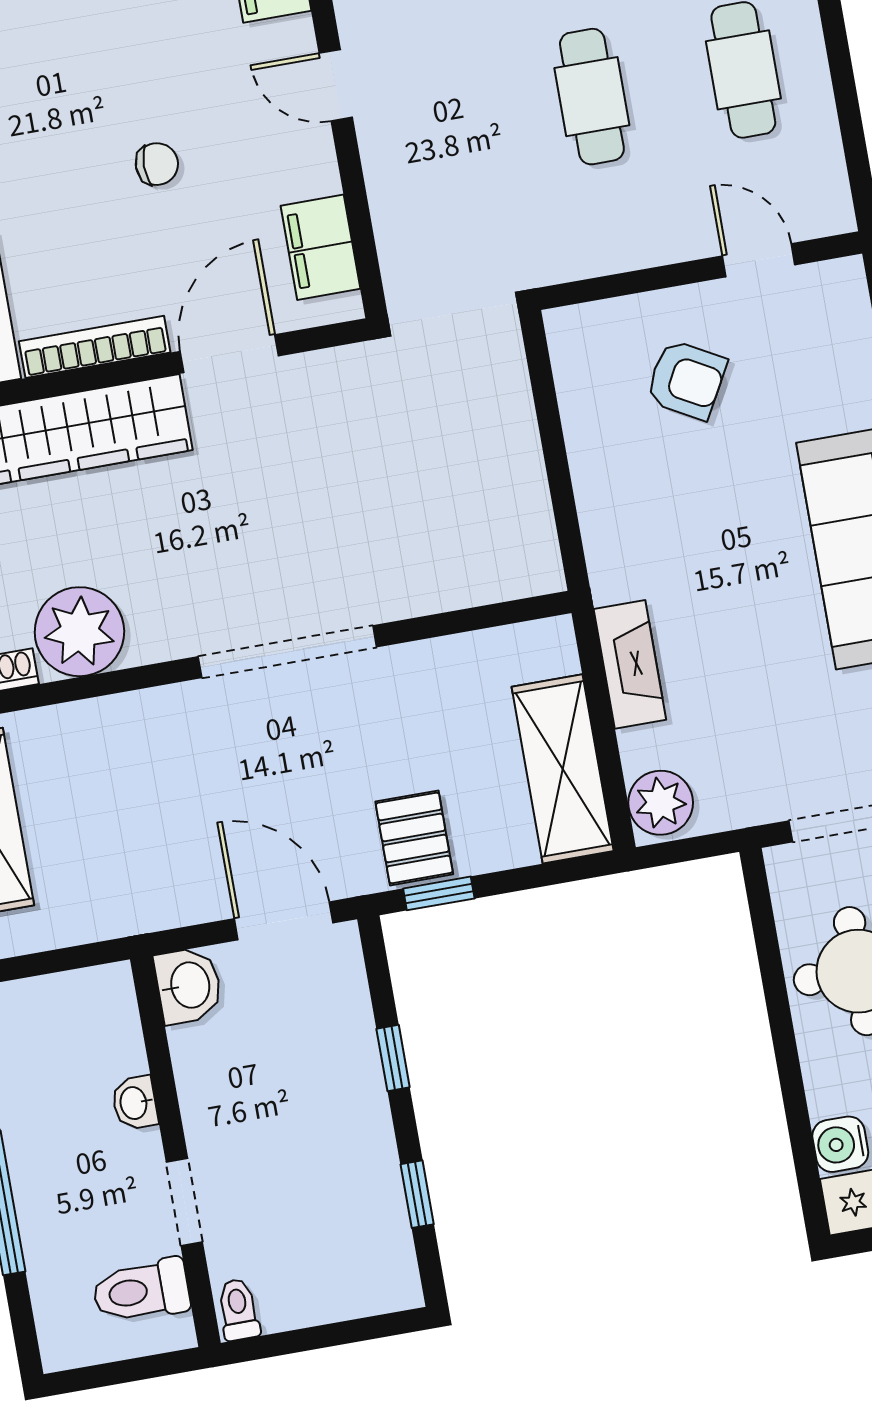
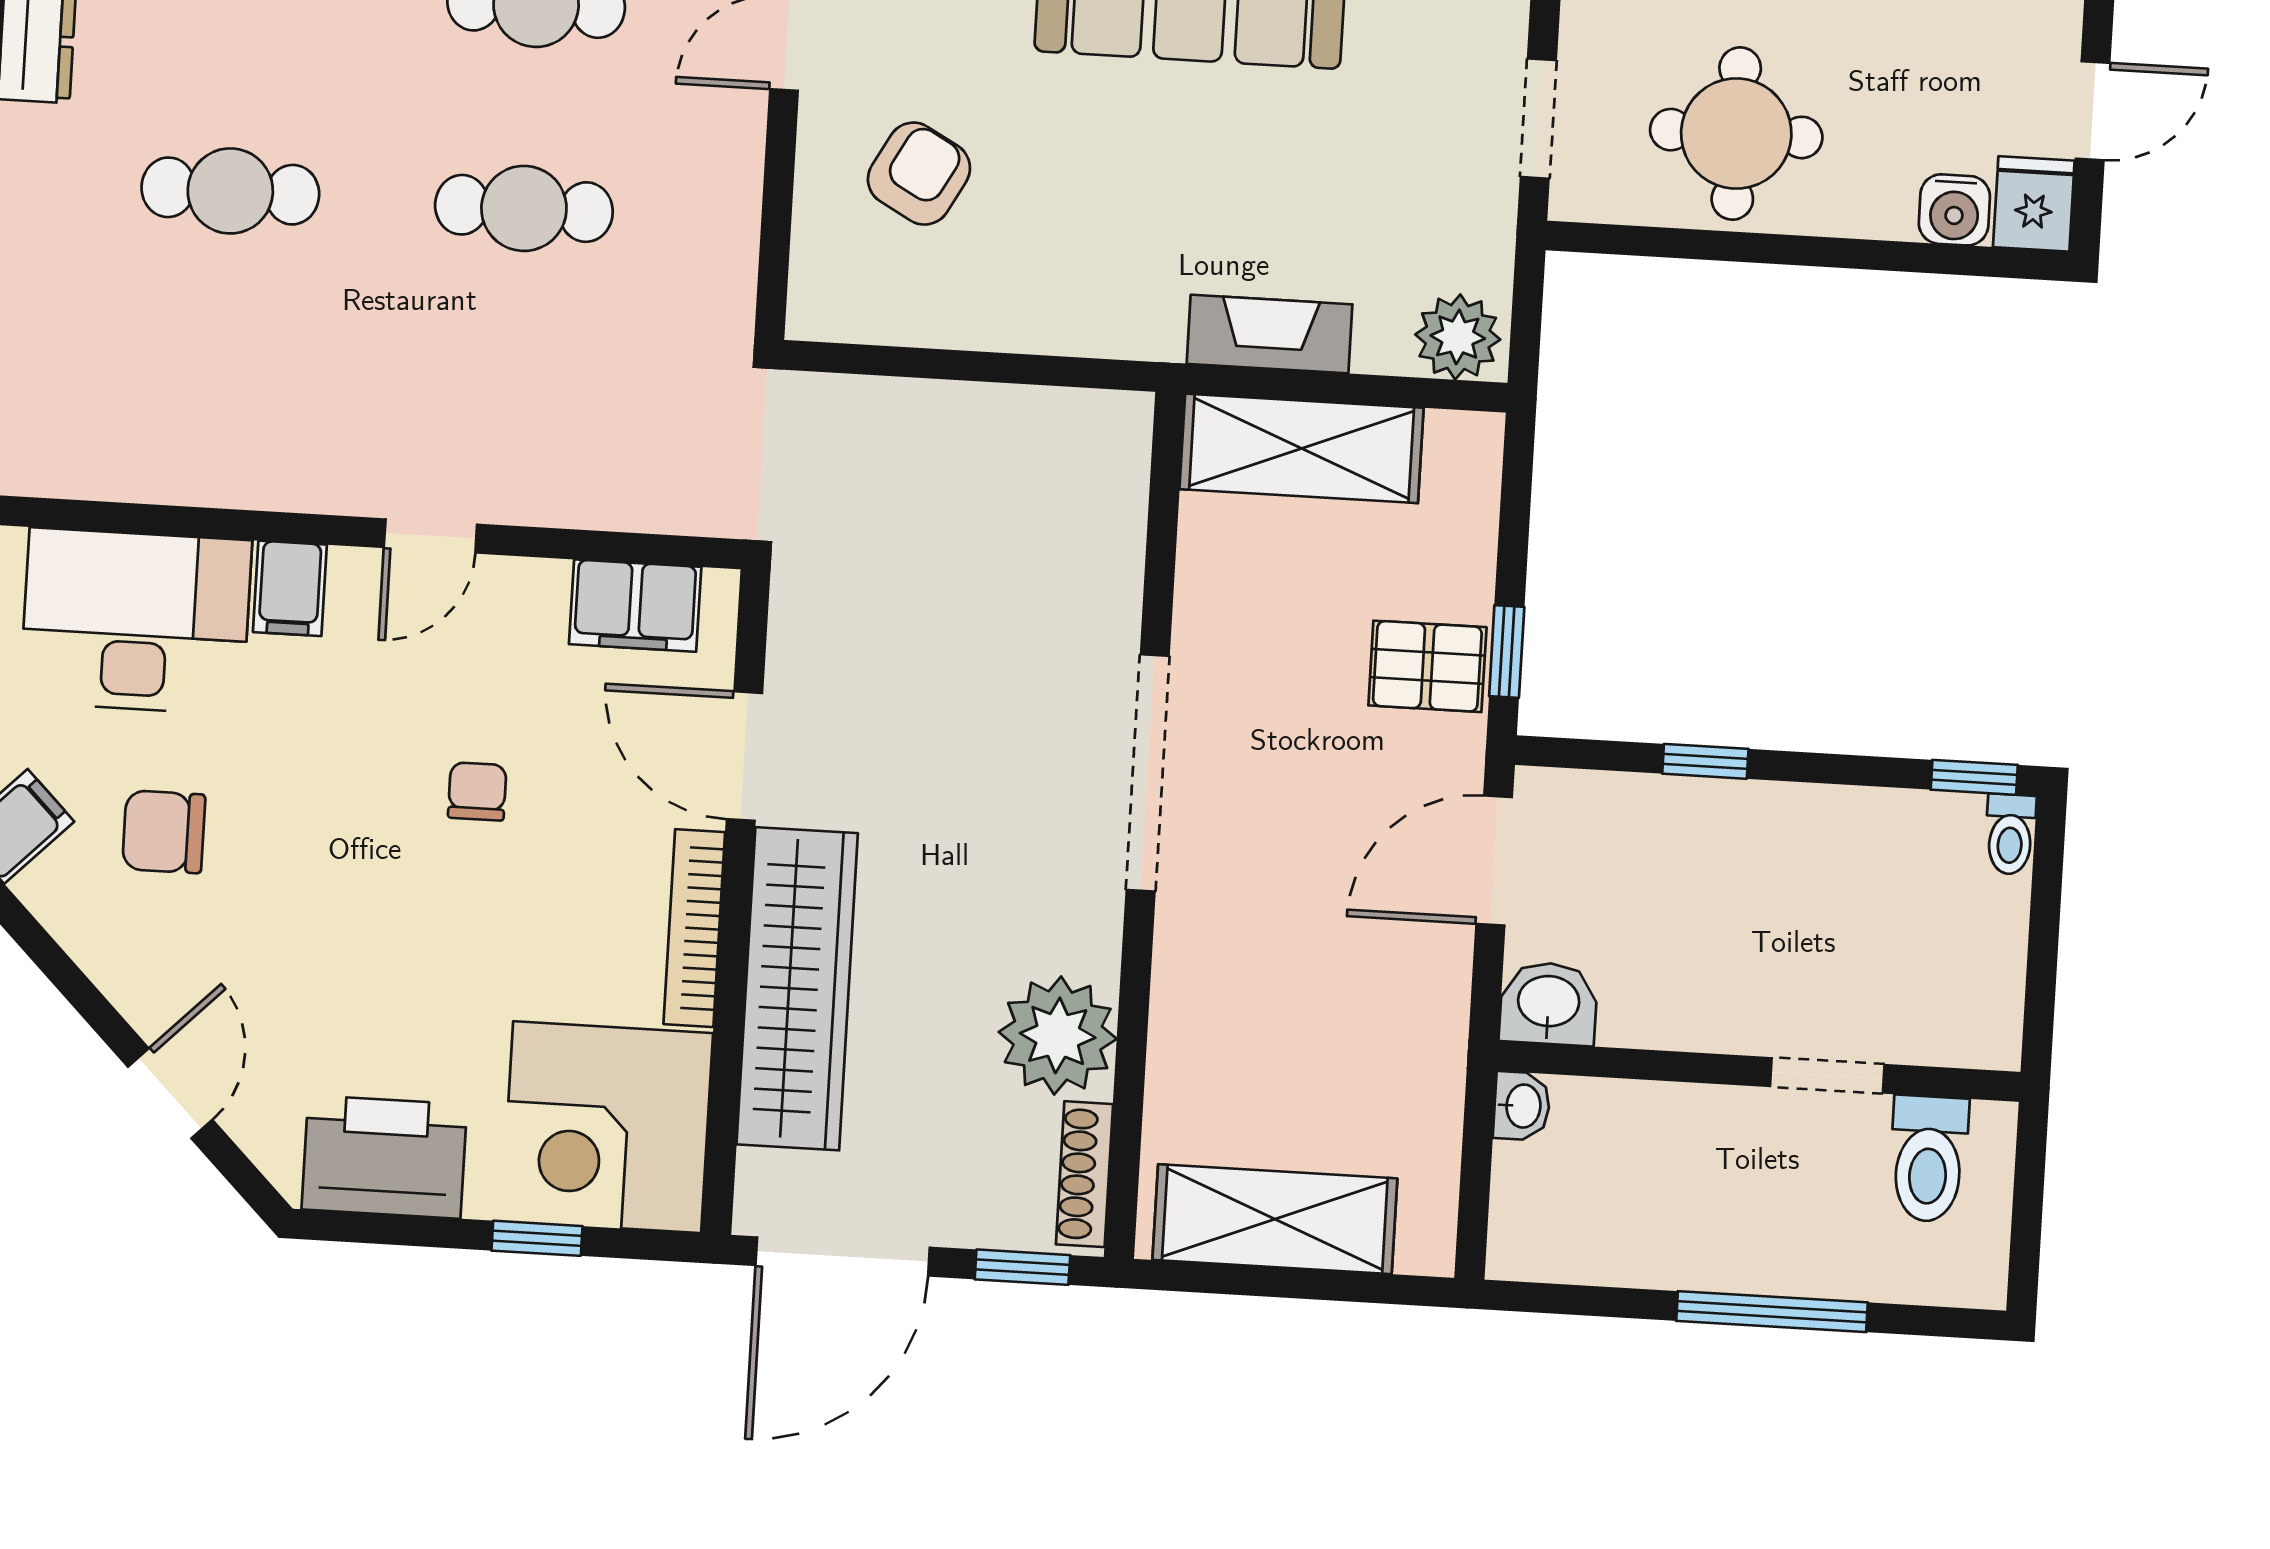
shelving: (563, 769) -> (1302, 448), moved
washbasin: (135, 1103) -> (1522, 1106), moved, turned -90
window: (417, 1194) -> (1974, 777), moved
toilet: (238, 1310) -> (2010, 834), moved, turned -90

